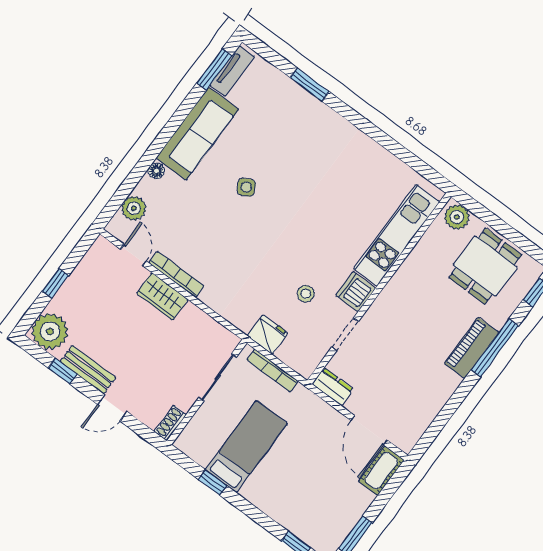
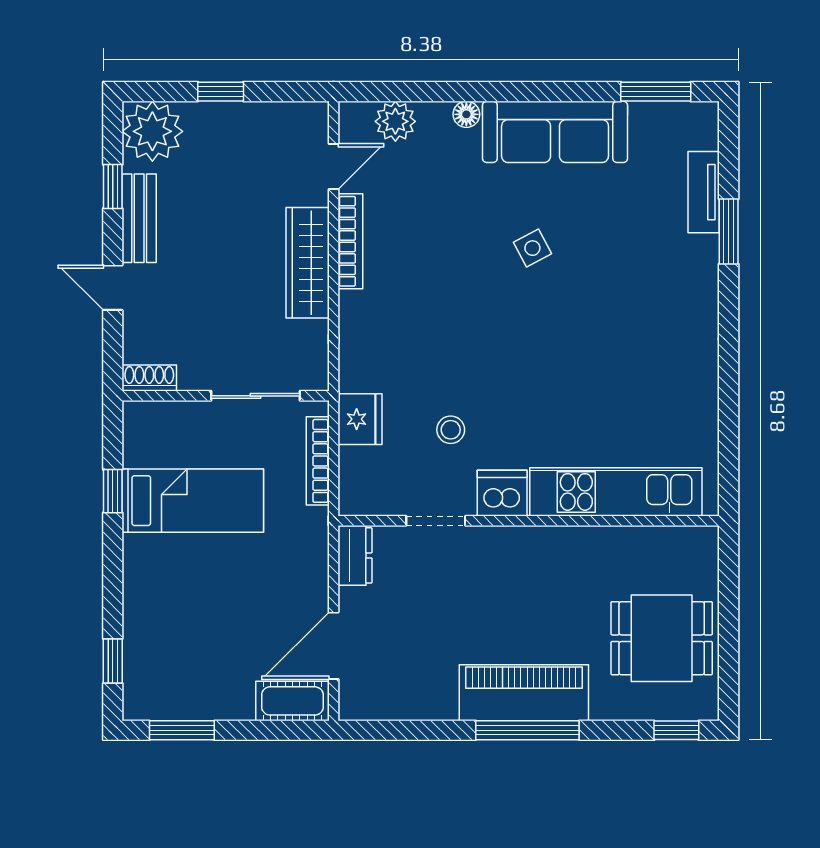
tv unit: (232, 71) -> (704, 192), moved, turned 90
plant: (457, 217) -> (698, 553), removed
wardrobe: (162, 296) -> (308, 263), width x1.50
piano: (471, 348) -> (524, 693), width x1.37, depth x1.33
window: (495, 348) -> (527, 730), moved

